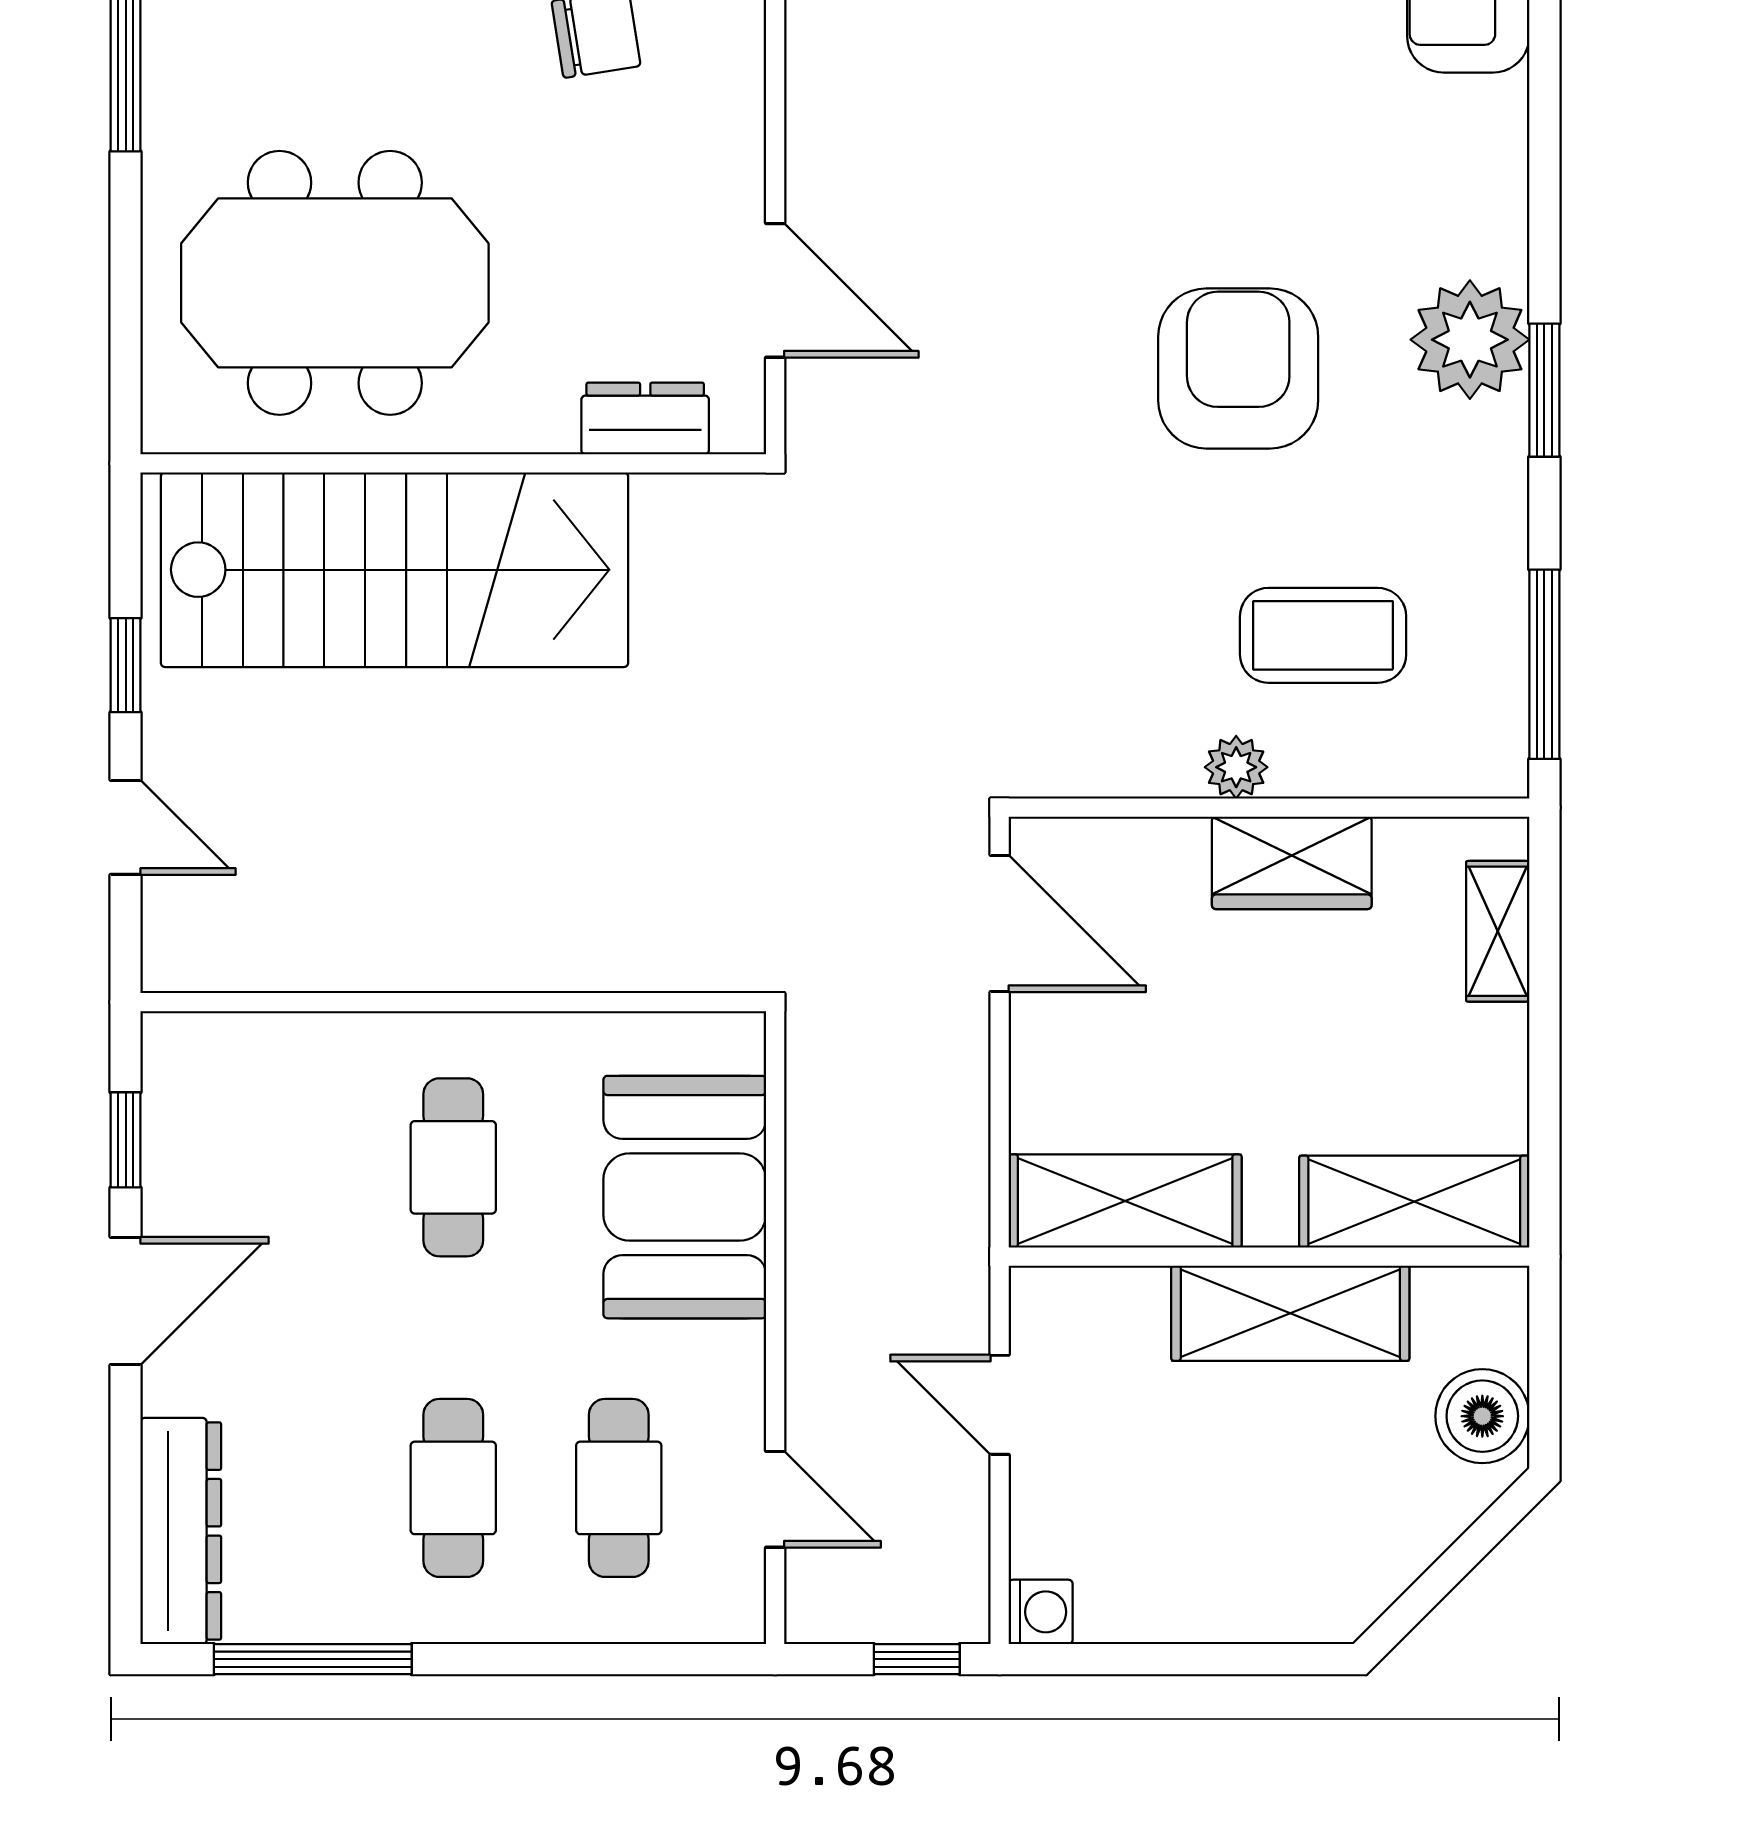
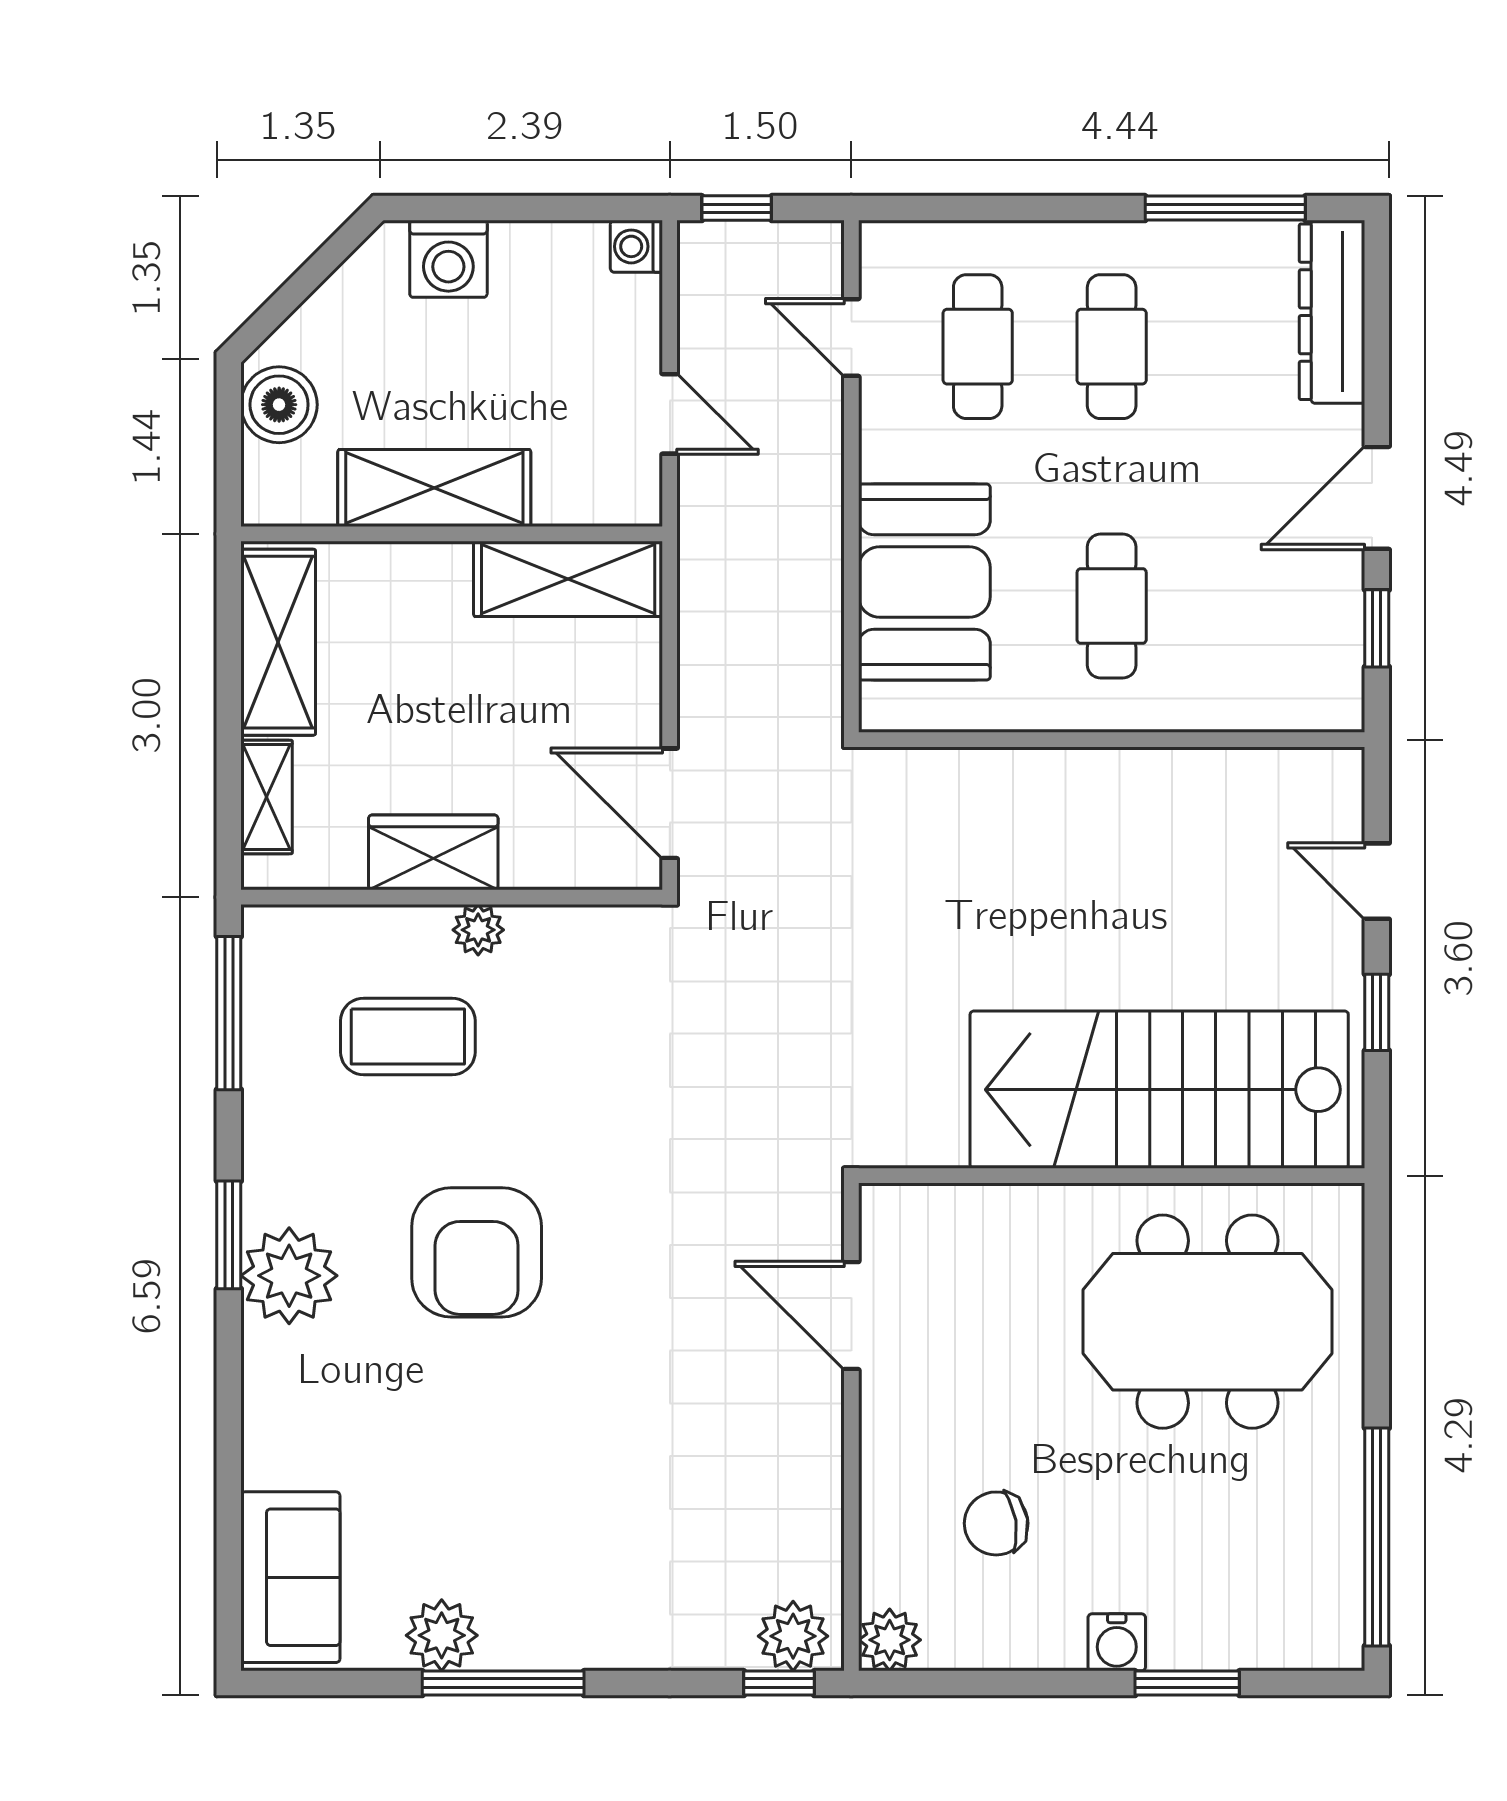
dresser: (645, 418) -> (956, 1212), removed
shelving: (1414, 1202) -> (278, 642), moved, turned 90
washing machine: (1273, 1596) -> (448, 259), added

